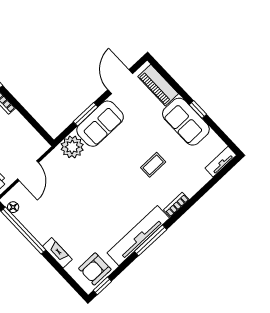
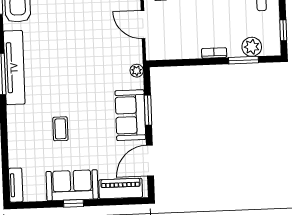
door: (120, 82) -> (150, 161), swing flipped
plant: (72, 147) -> (137, 71), width x0.53, depth x0.53
bookcase: (176, 205) -> (12, 120), removed

